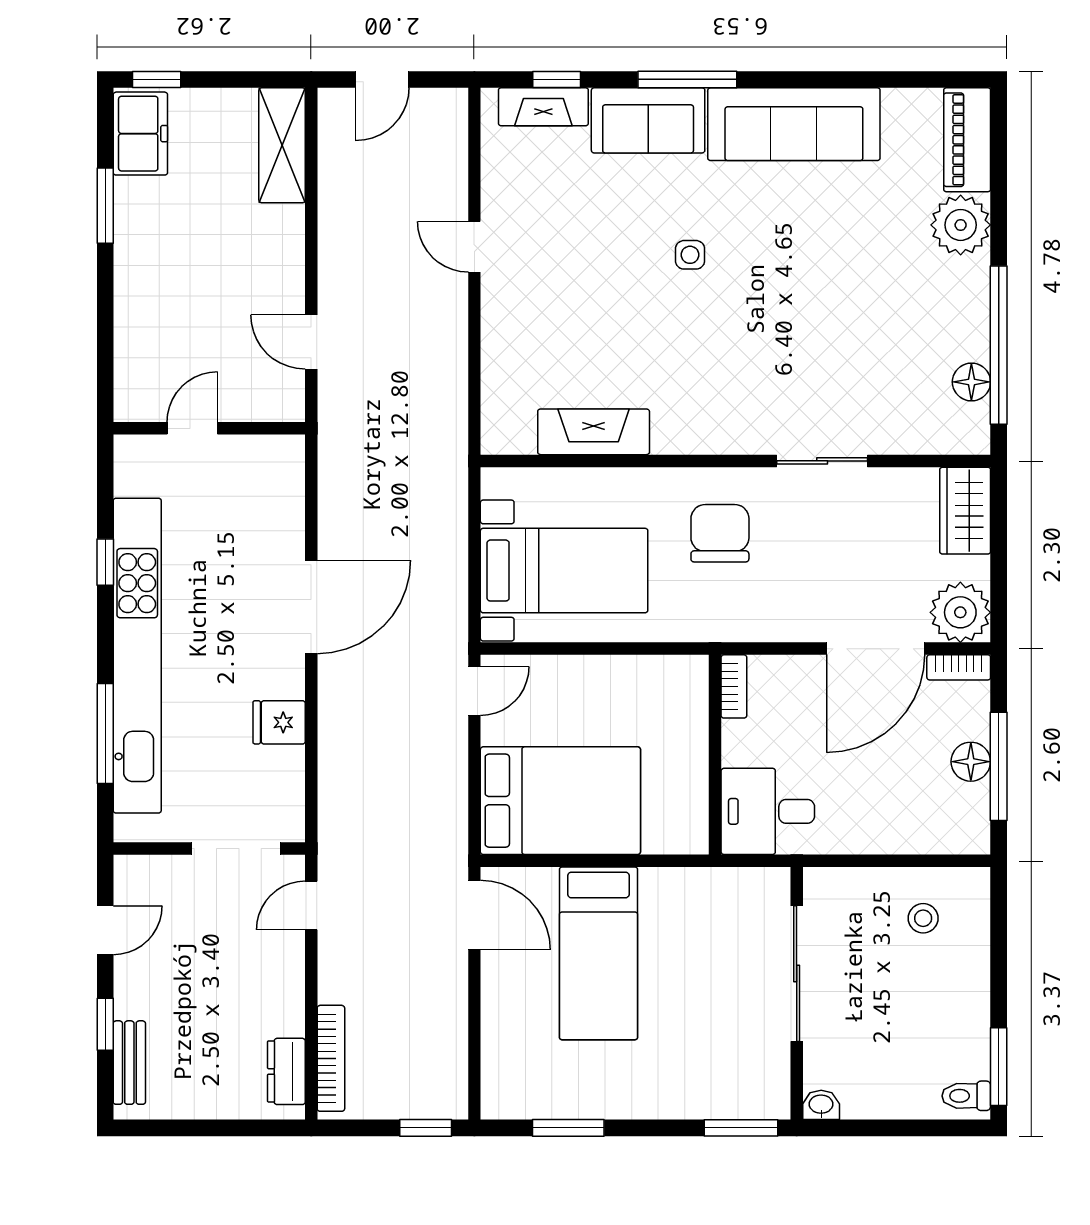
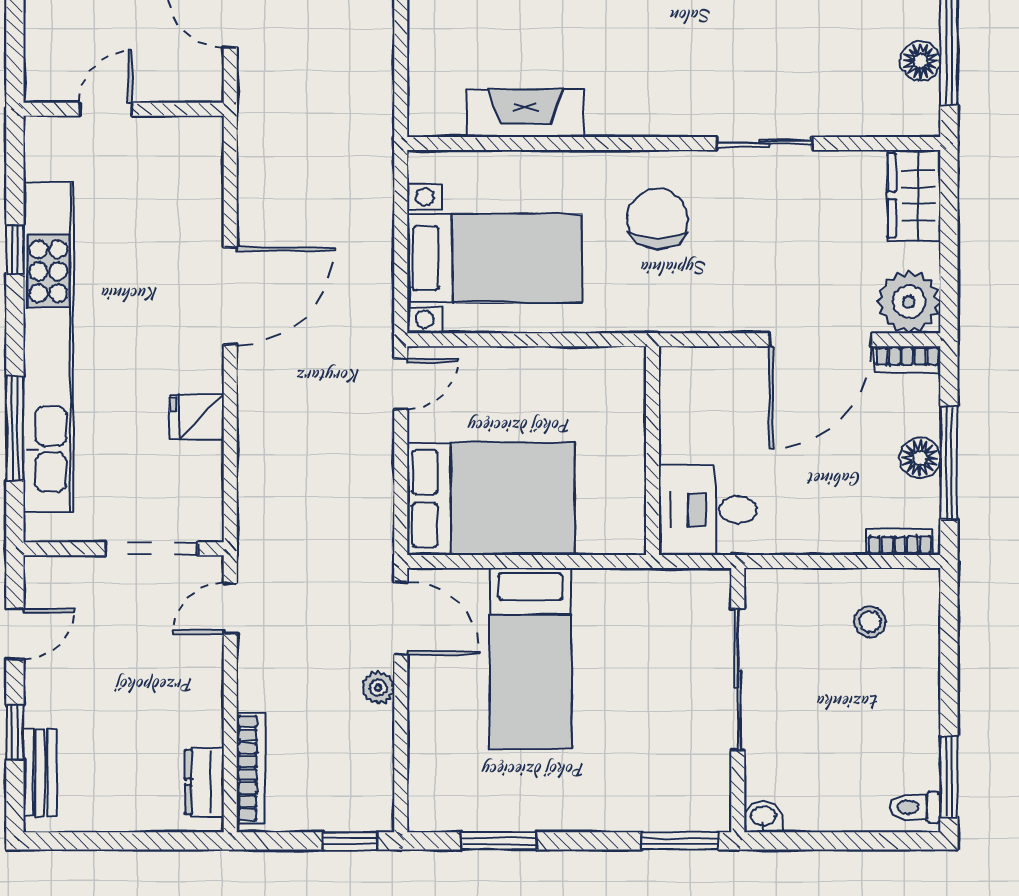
bookcase: (734, 686) -> (900, 542), moved, turned -90
plant: (453, 981) -> (378, 688), added

